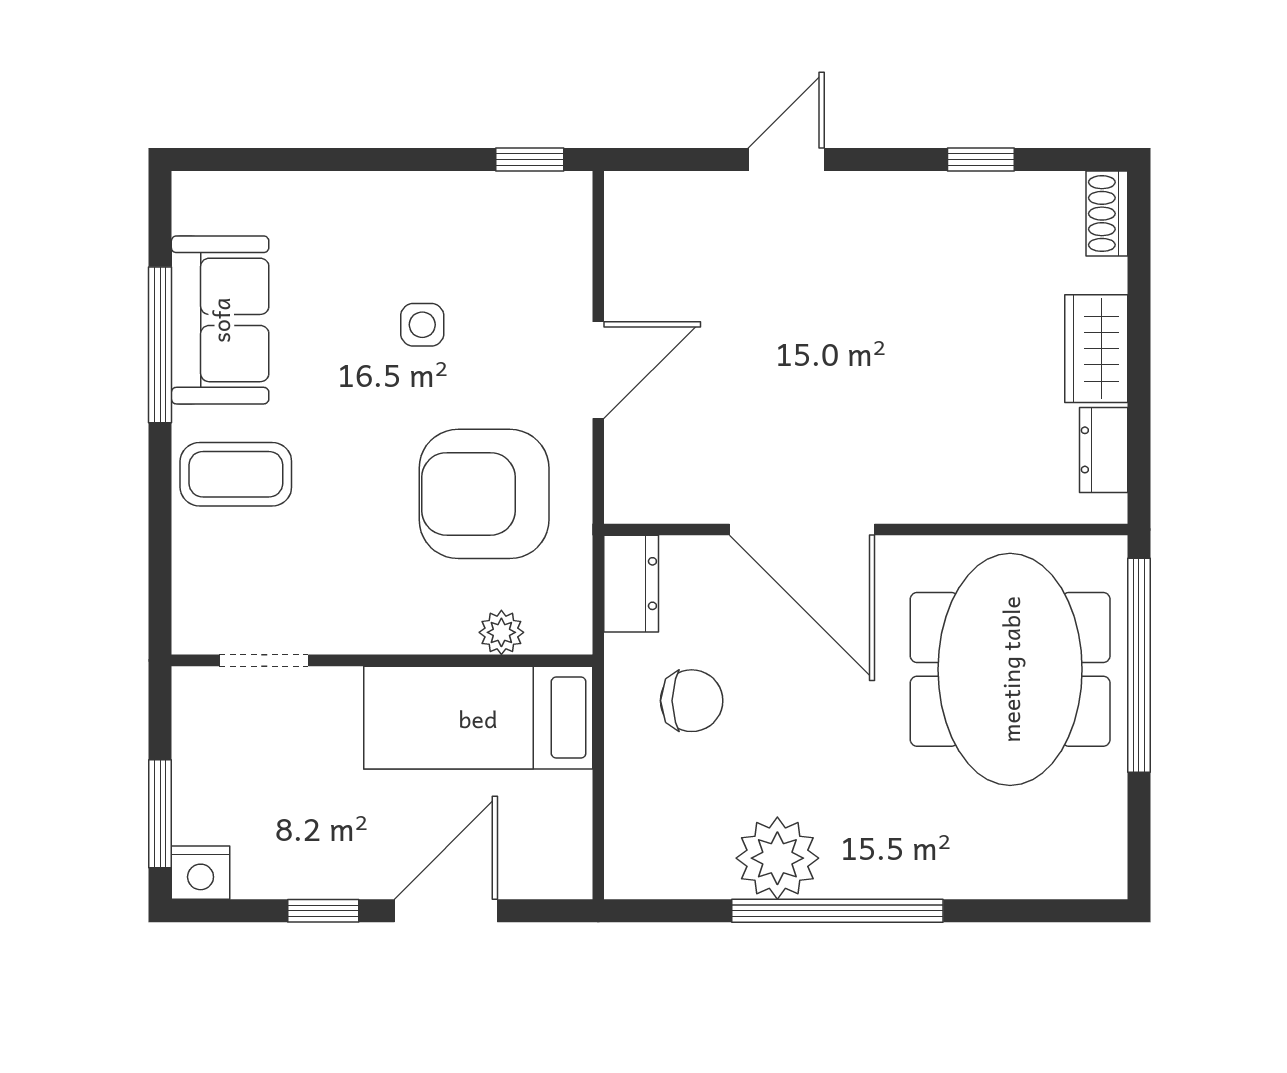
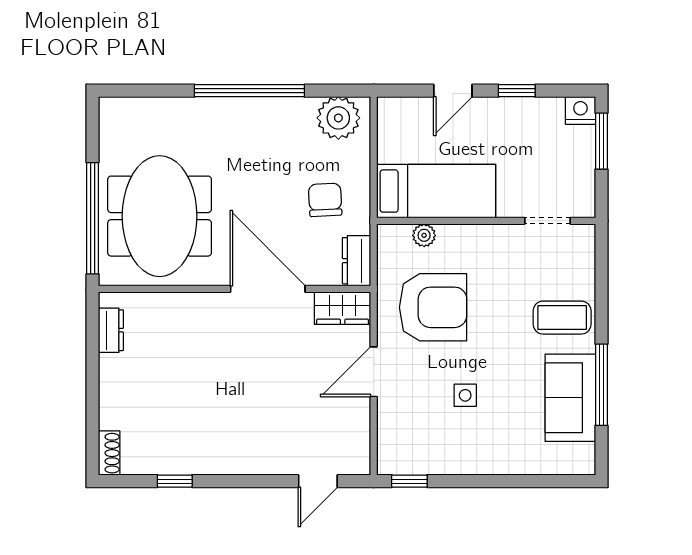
door: (786, 160) -> (318, 481), moved
wardrobe: (1096, 349) -> (343, 308), moved, turned 90
chair: (692, 701) -> (325, 200), turned 87
plant: (777, 858) -> (338, 118), moved
door: (446, 911) -> (453, 91), width x0.73

